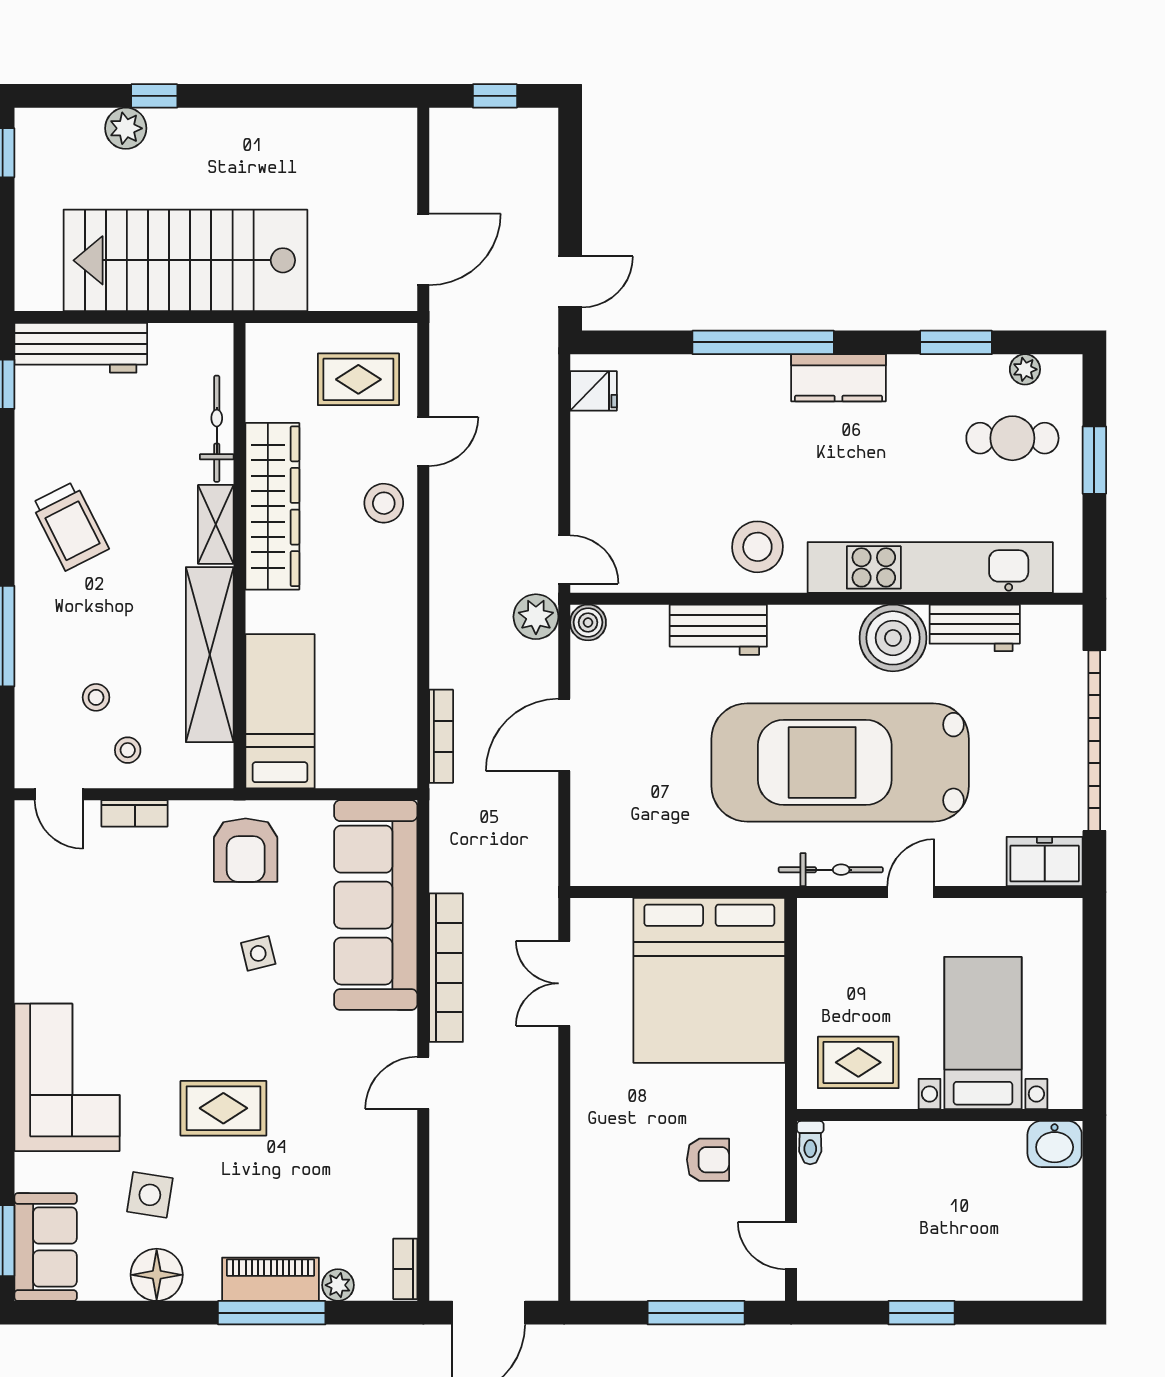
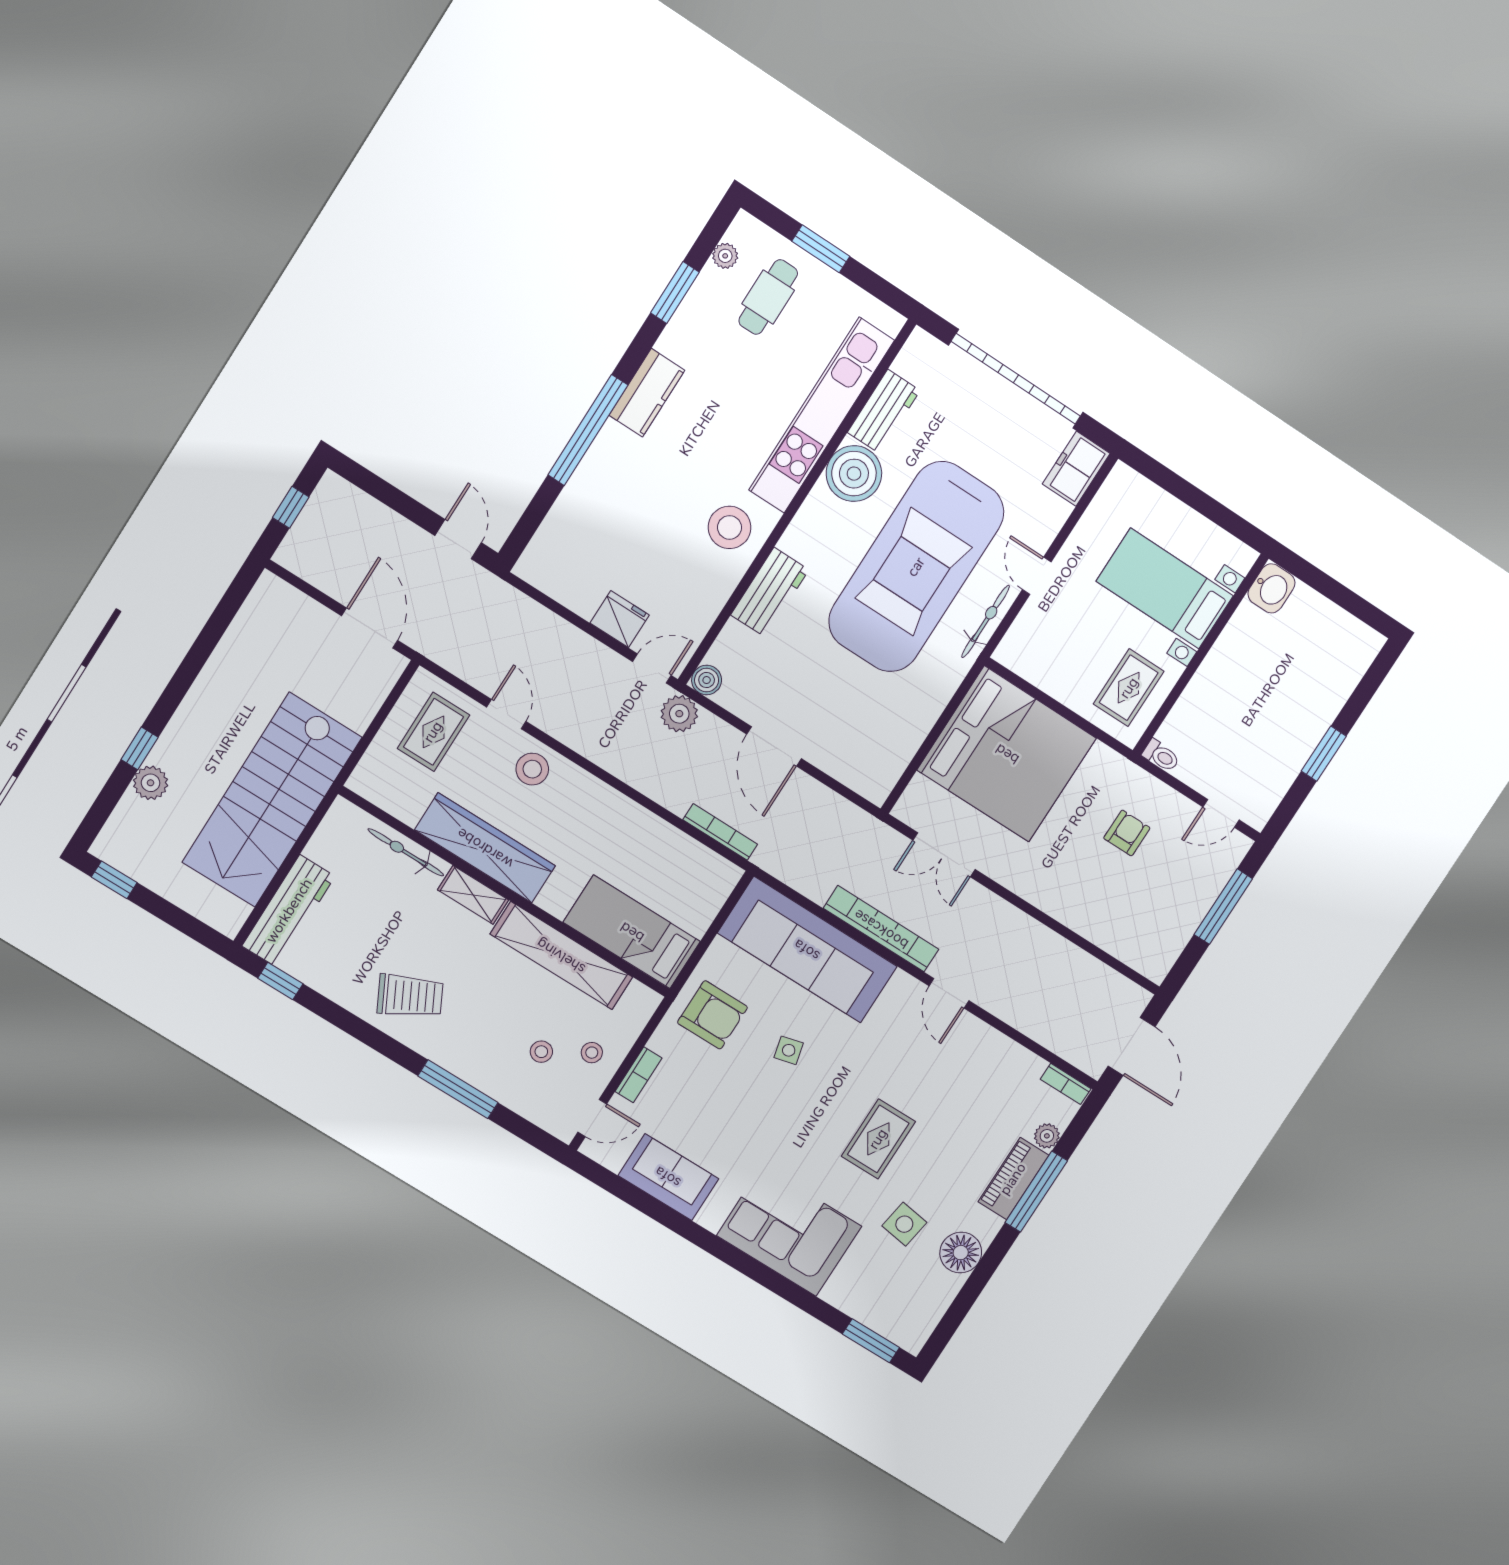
fridge: (594, 391) -> (620, 619), moved, width x1.38
sofa: (46, 1247) -> (668, 1177), moved

